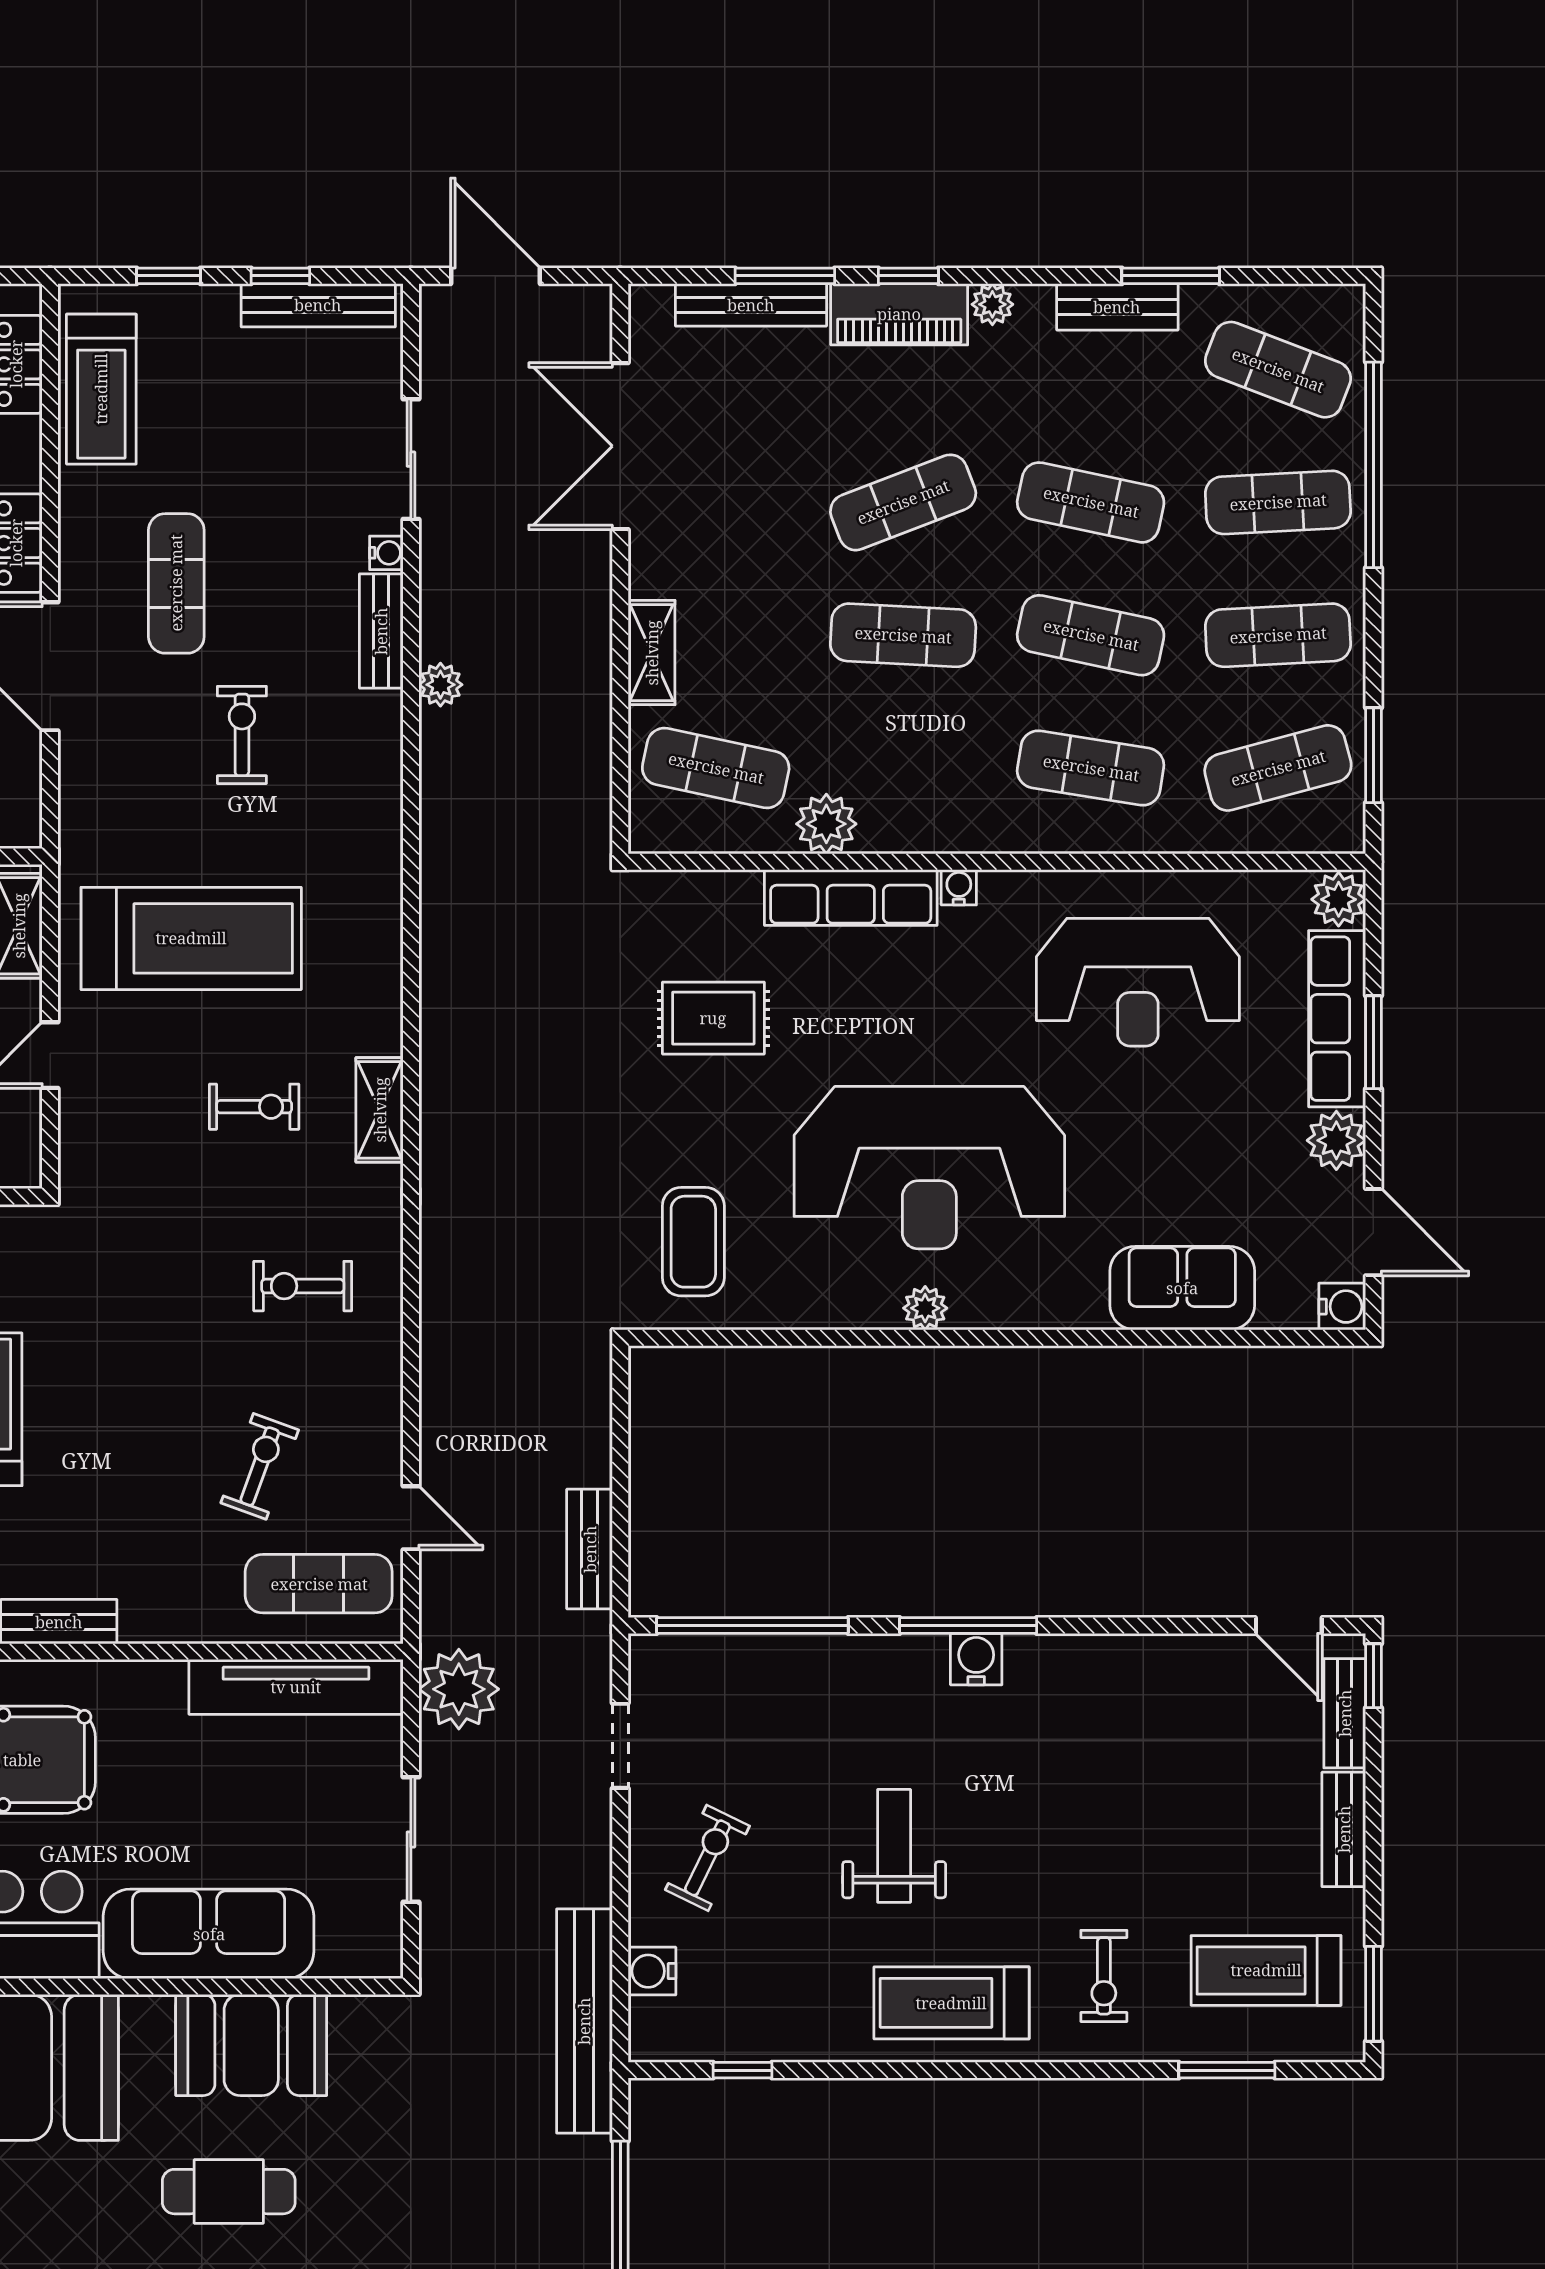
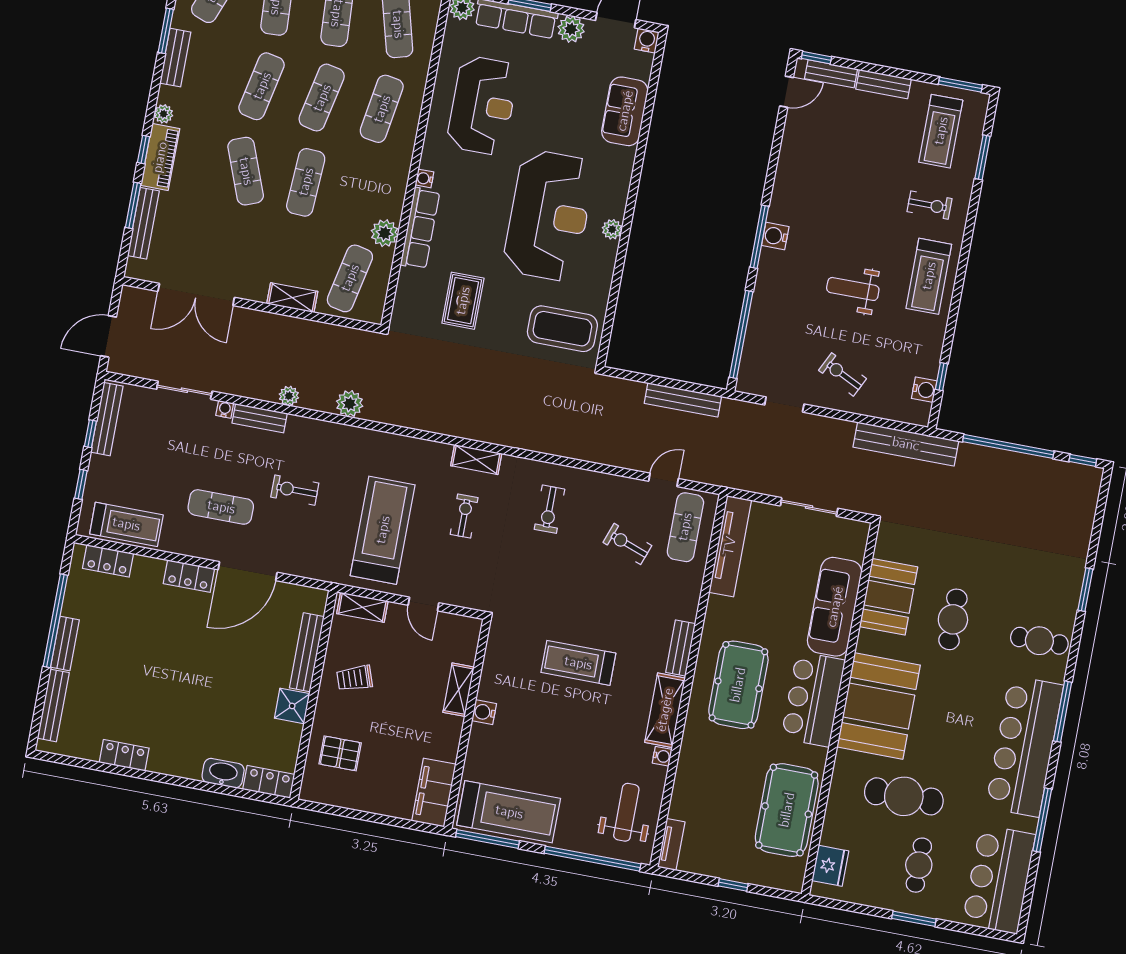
coffee table: (693, 1242) -> (562, 329), width x1.36, depth x1.32
bench: (590, 1549) -> (683, 400), width x1.36
plant: (459, 1689) -> (350, 404), moved, width x0.73, depth x0.73
water cooler: (652, 1971) -> (924, 390), moved, turned -90

